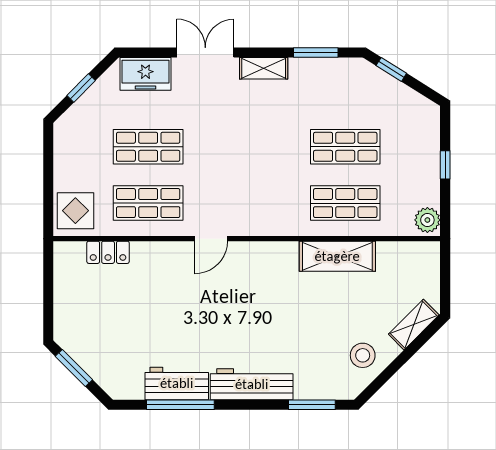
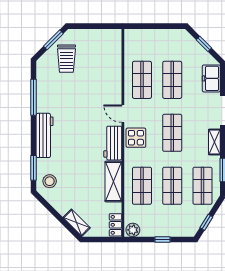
window: (391, 69) -> (206, 222), moved
shop shelf: (345, 90) -> (202, 186), added
shop shelf: (247, 147) -> (172, 133), added
display table: (75, 211) -> (136, 138), moved
locker: (108, 252) -> (116, 225), moved
trolley: (109, 343) -> (66, 59), added
stool: (363, 355) -> (50, 181), moved
workbench: (177, 383) -> (113, 143), moved, turned 180

